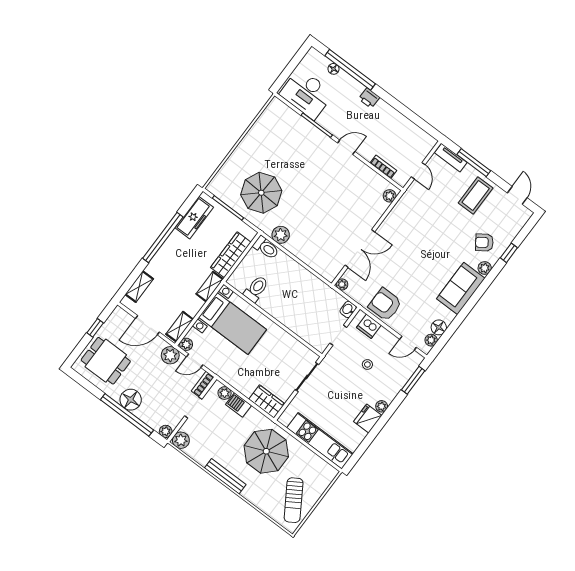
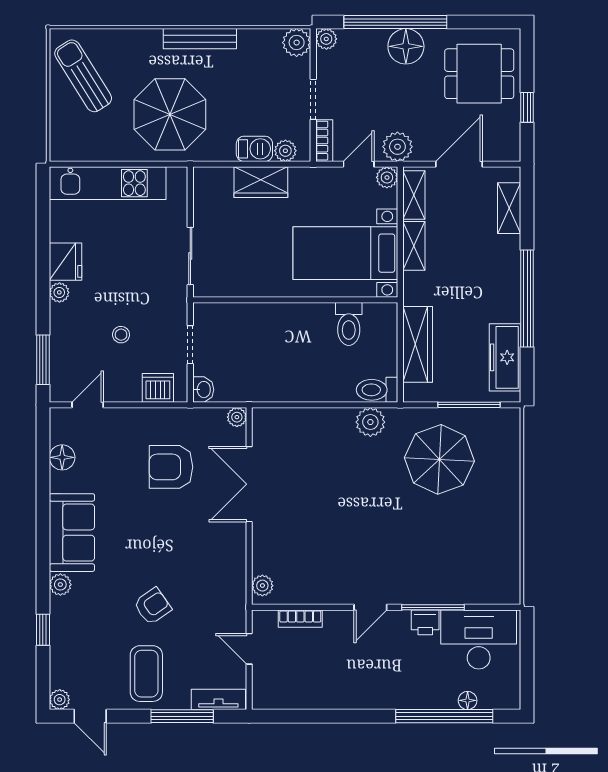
printer: (369, 98) -> (425, 622), moved, turned 180
armchair: (484, 242) -> (152, 606), moved
shelving: (210, 287) -> (414, 246), moved
armchair: (385, 305) -> (171, 467), moved, turned 180
plant: (431, 340) -> (60, 700), moved
wardrobe: (267, 402) -> (261, 182), moved

